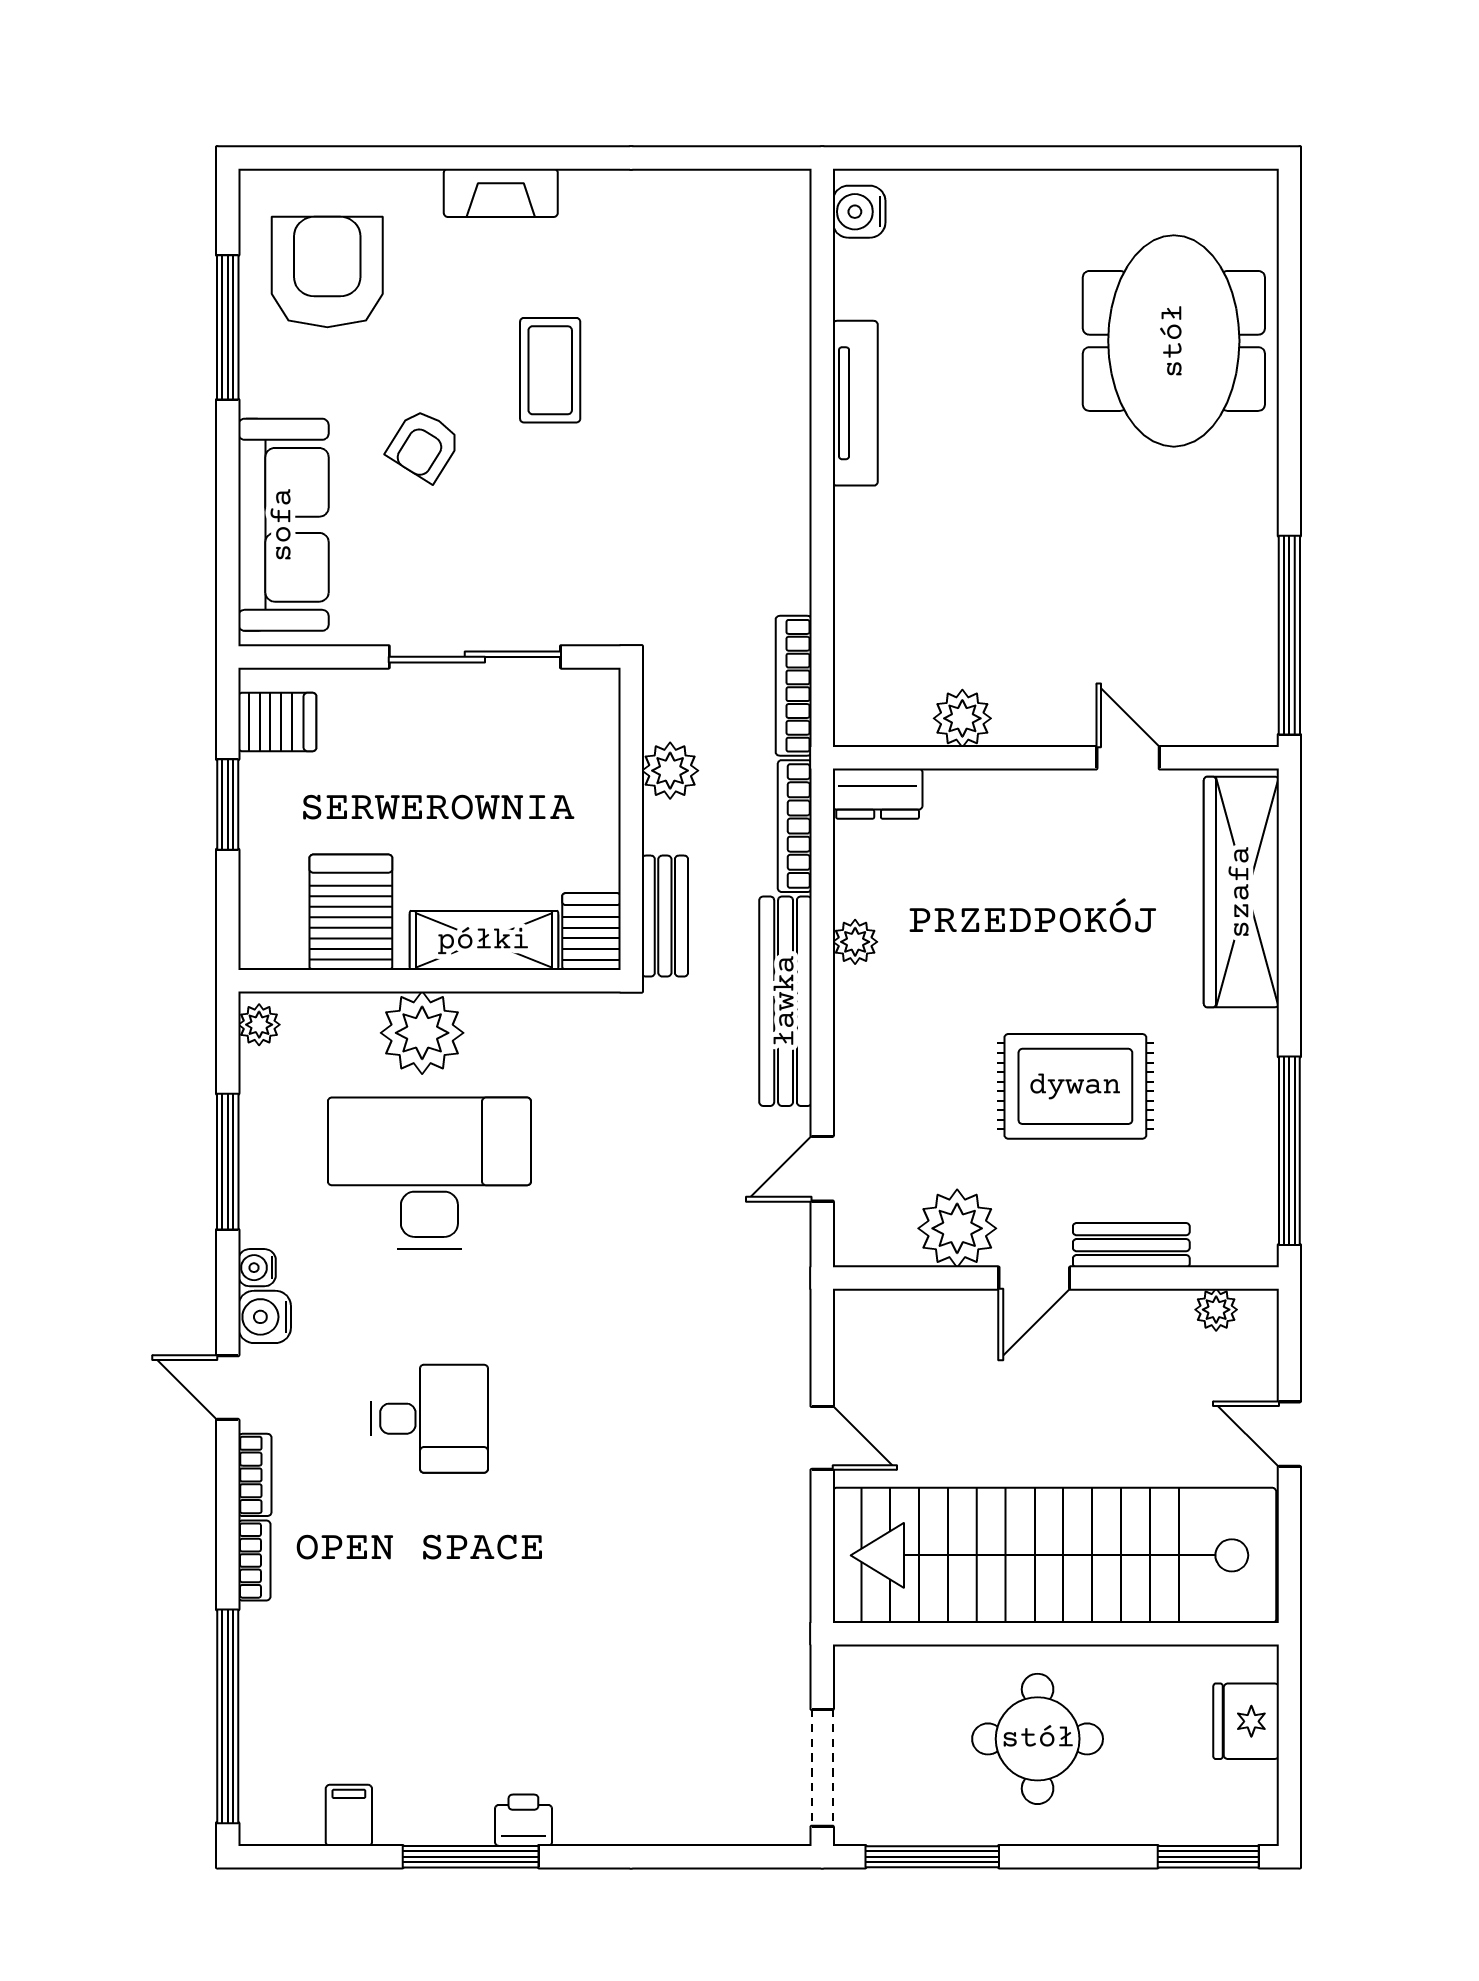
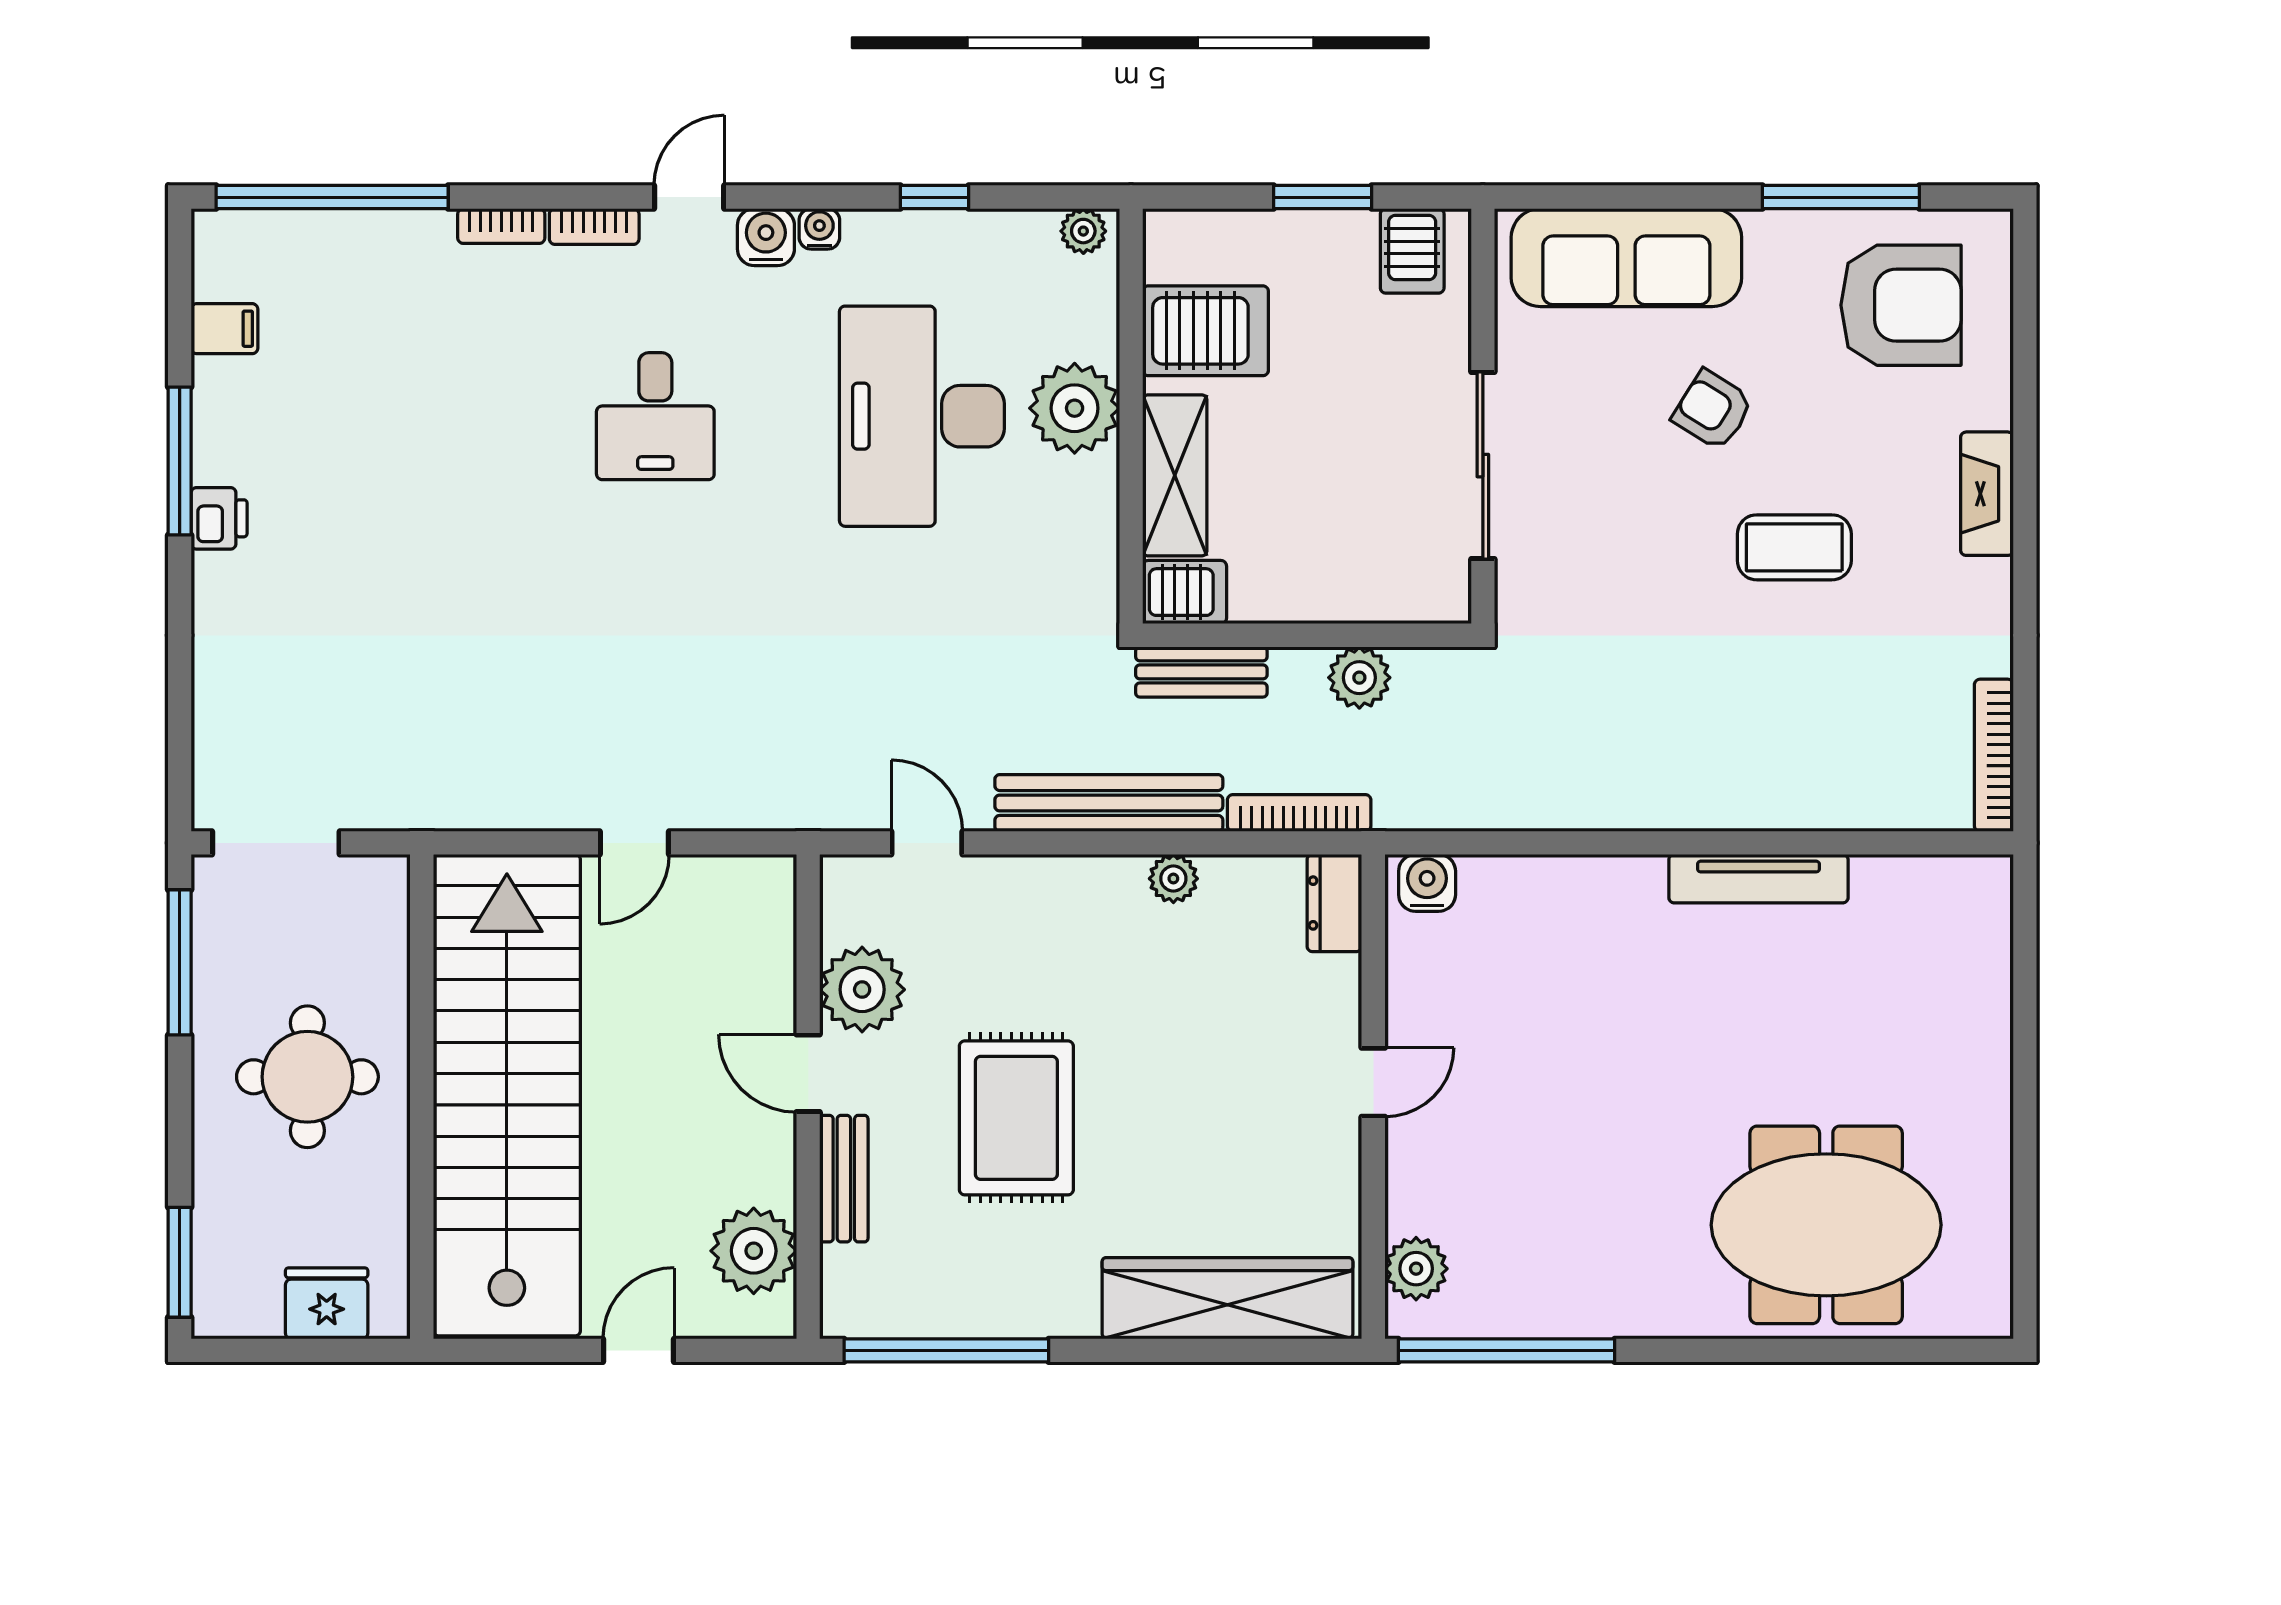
water cooler: (859, 212) -> (1427, 883), moved
bookcase: (794, 686) -> (1994, 755), moved, turned -90
plant: (962, 718) -> (1416, 1269), moved
door: (1128, 758) -> (1373, 1082), moved
window: (228, 1162) -> (935, 197), width x0.46
desk: (429, 1173) -> (922, 416), turned 180
plant: (1216, 1310) -> (754, 1251), width x1.87, depth x1.87

